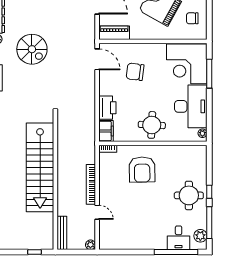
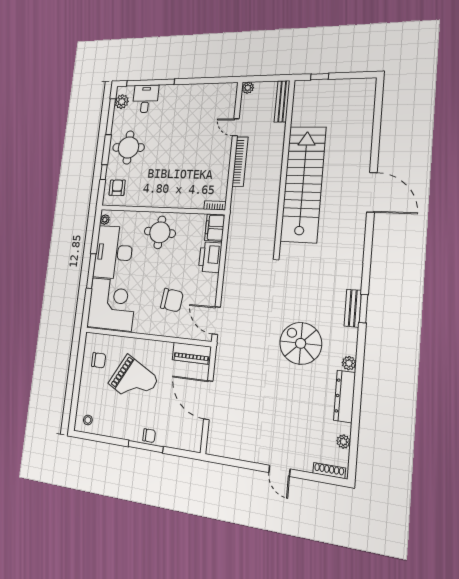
window: (209, 74) -> (91, 271), moved
armchair: (142, 170) -> (117, 188), moved, width x0.53, depth x0.53
window: (209, 192) -> (104, 172), moved

